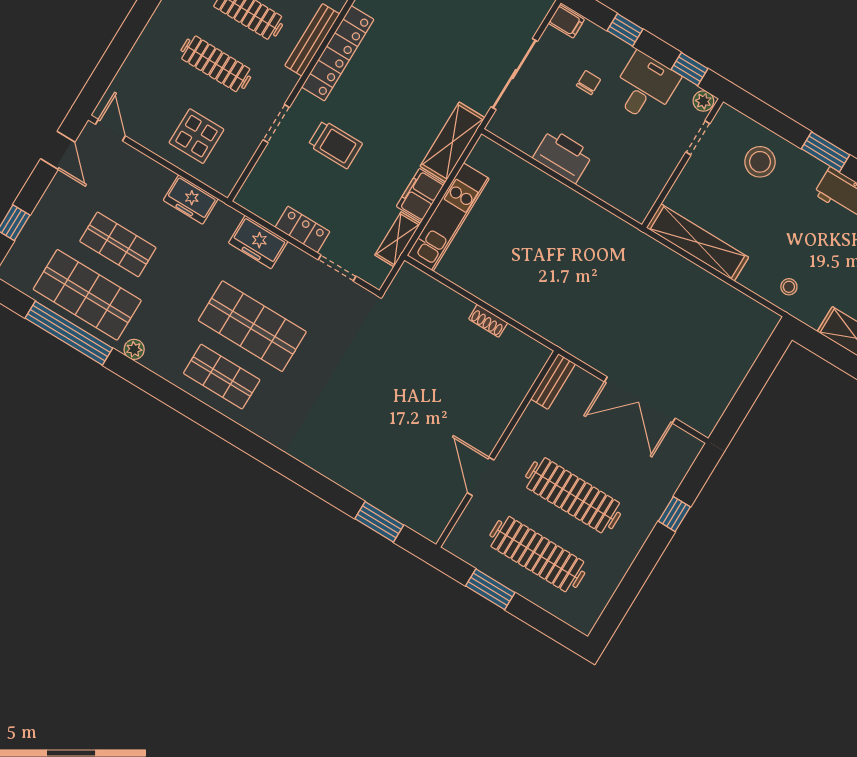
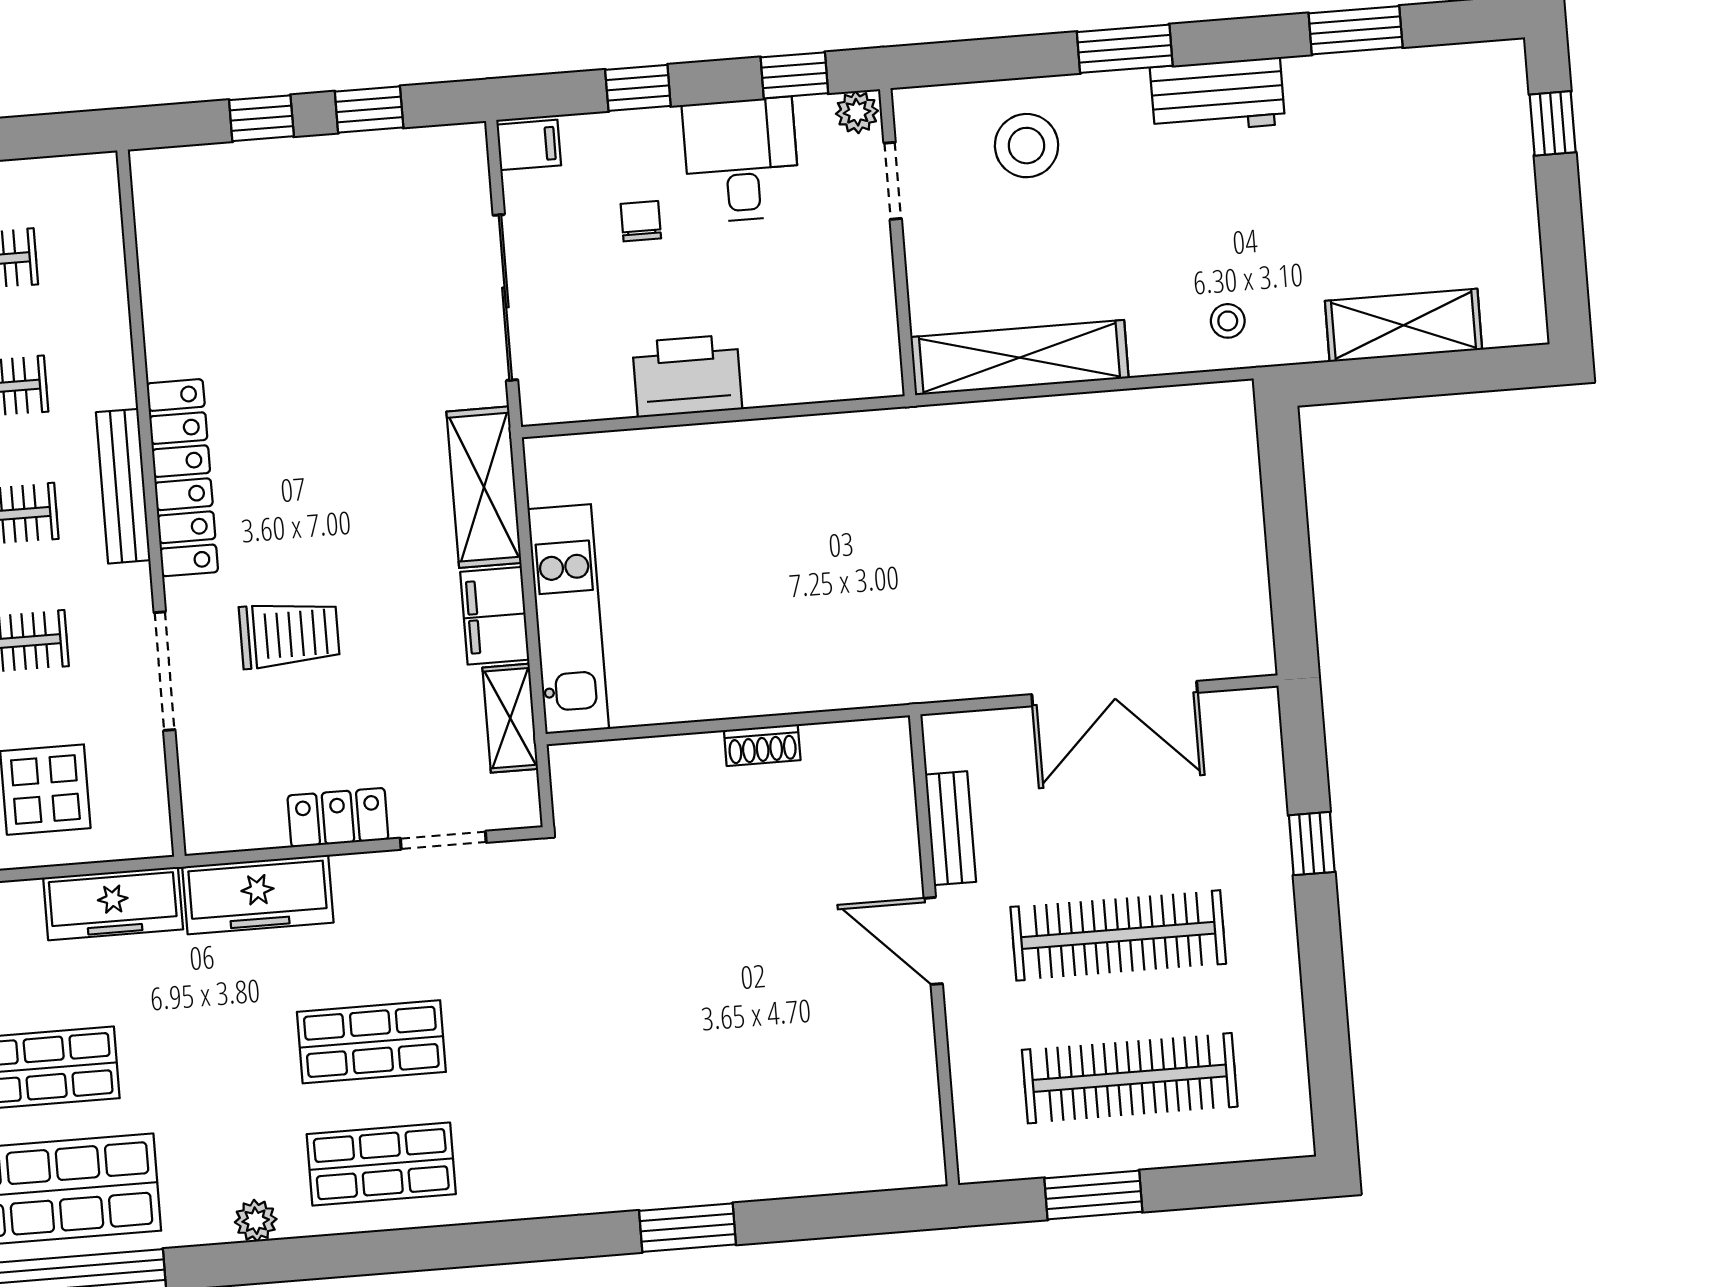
doorway: (276, 124) -> (165, 671), width x1.38
freezer: (191, 200) -> (113, 904), width x1.40
freezer: (258, 242) -> (258, 894), width x1.40
shop shelf: (252, 326) -> (371, 1042), width x0.70, depth x0.74
plant: (134, 349) -> (256, 1221), moved
bench: (553, 381) -> (951, 828), moved
door: (481, 476) -> (933, 941), moved
window: (379, 522) -> (688, 1228), moved

